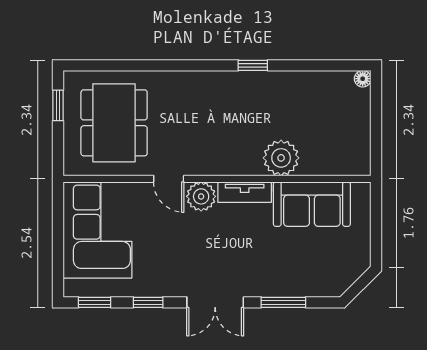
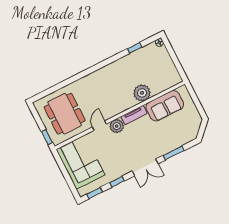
window: (253, 65) -> (135, 48), moved
window: (58, 105) -> (47, 137), moved
door: (169, 179) -> (99, 126), swing flipped

